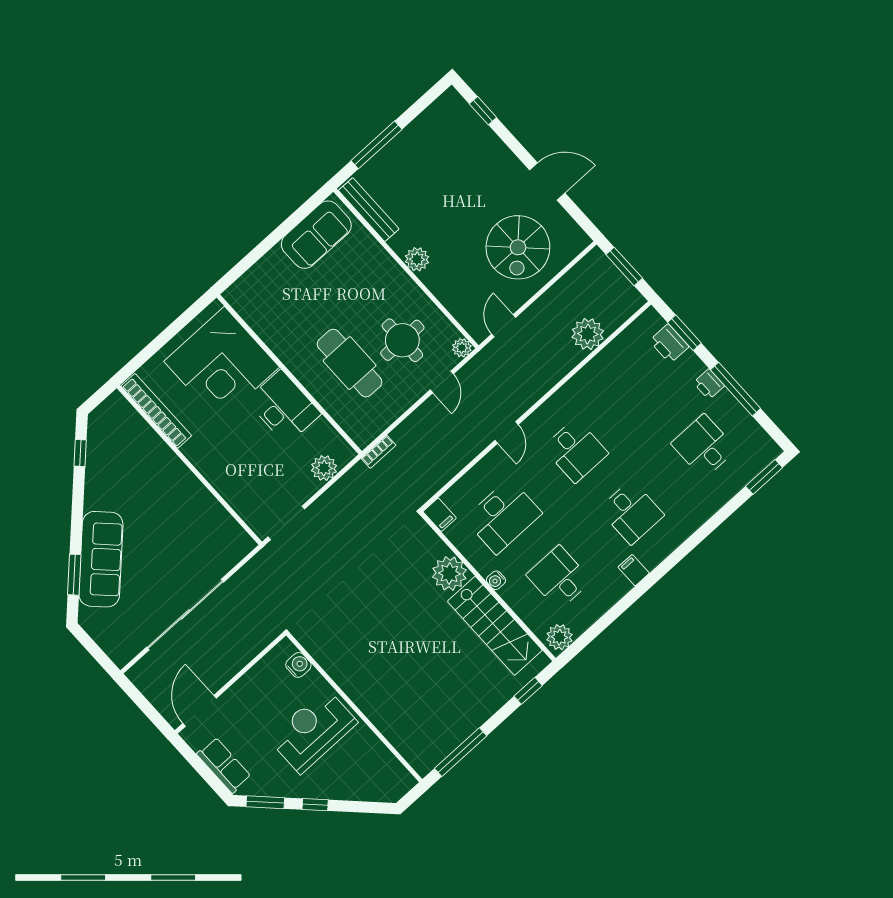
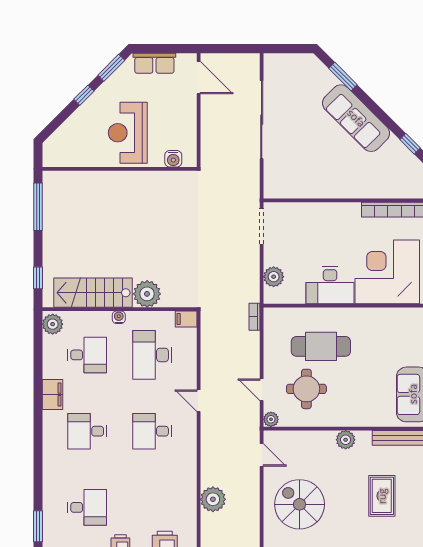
rug: (439, 177) -> (382, 496), added
sofa: (101, 559) -> (356, 118), moved
filing cabinet: (634, 570) -> (52, 394), width x2.00
reception desk: (313, 731) -> (128, 133), turned 180

